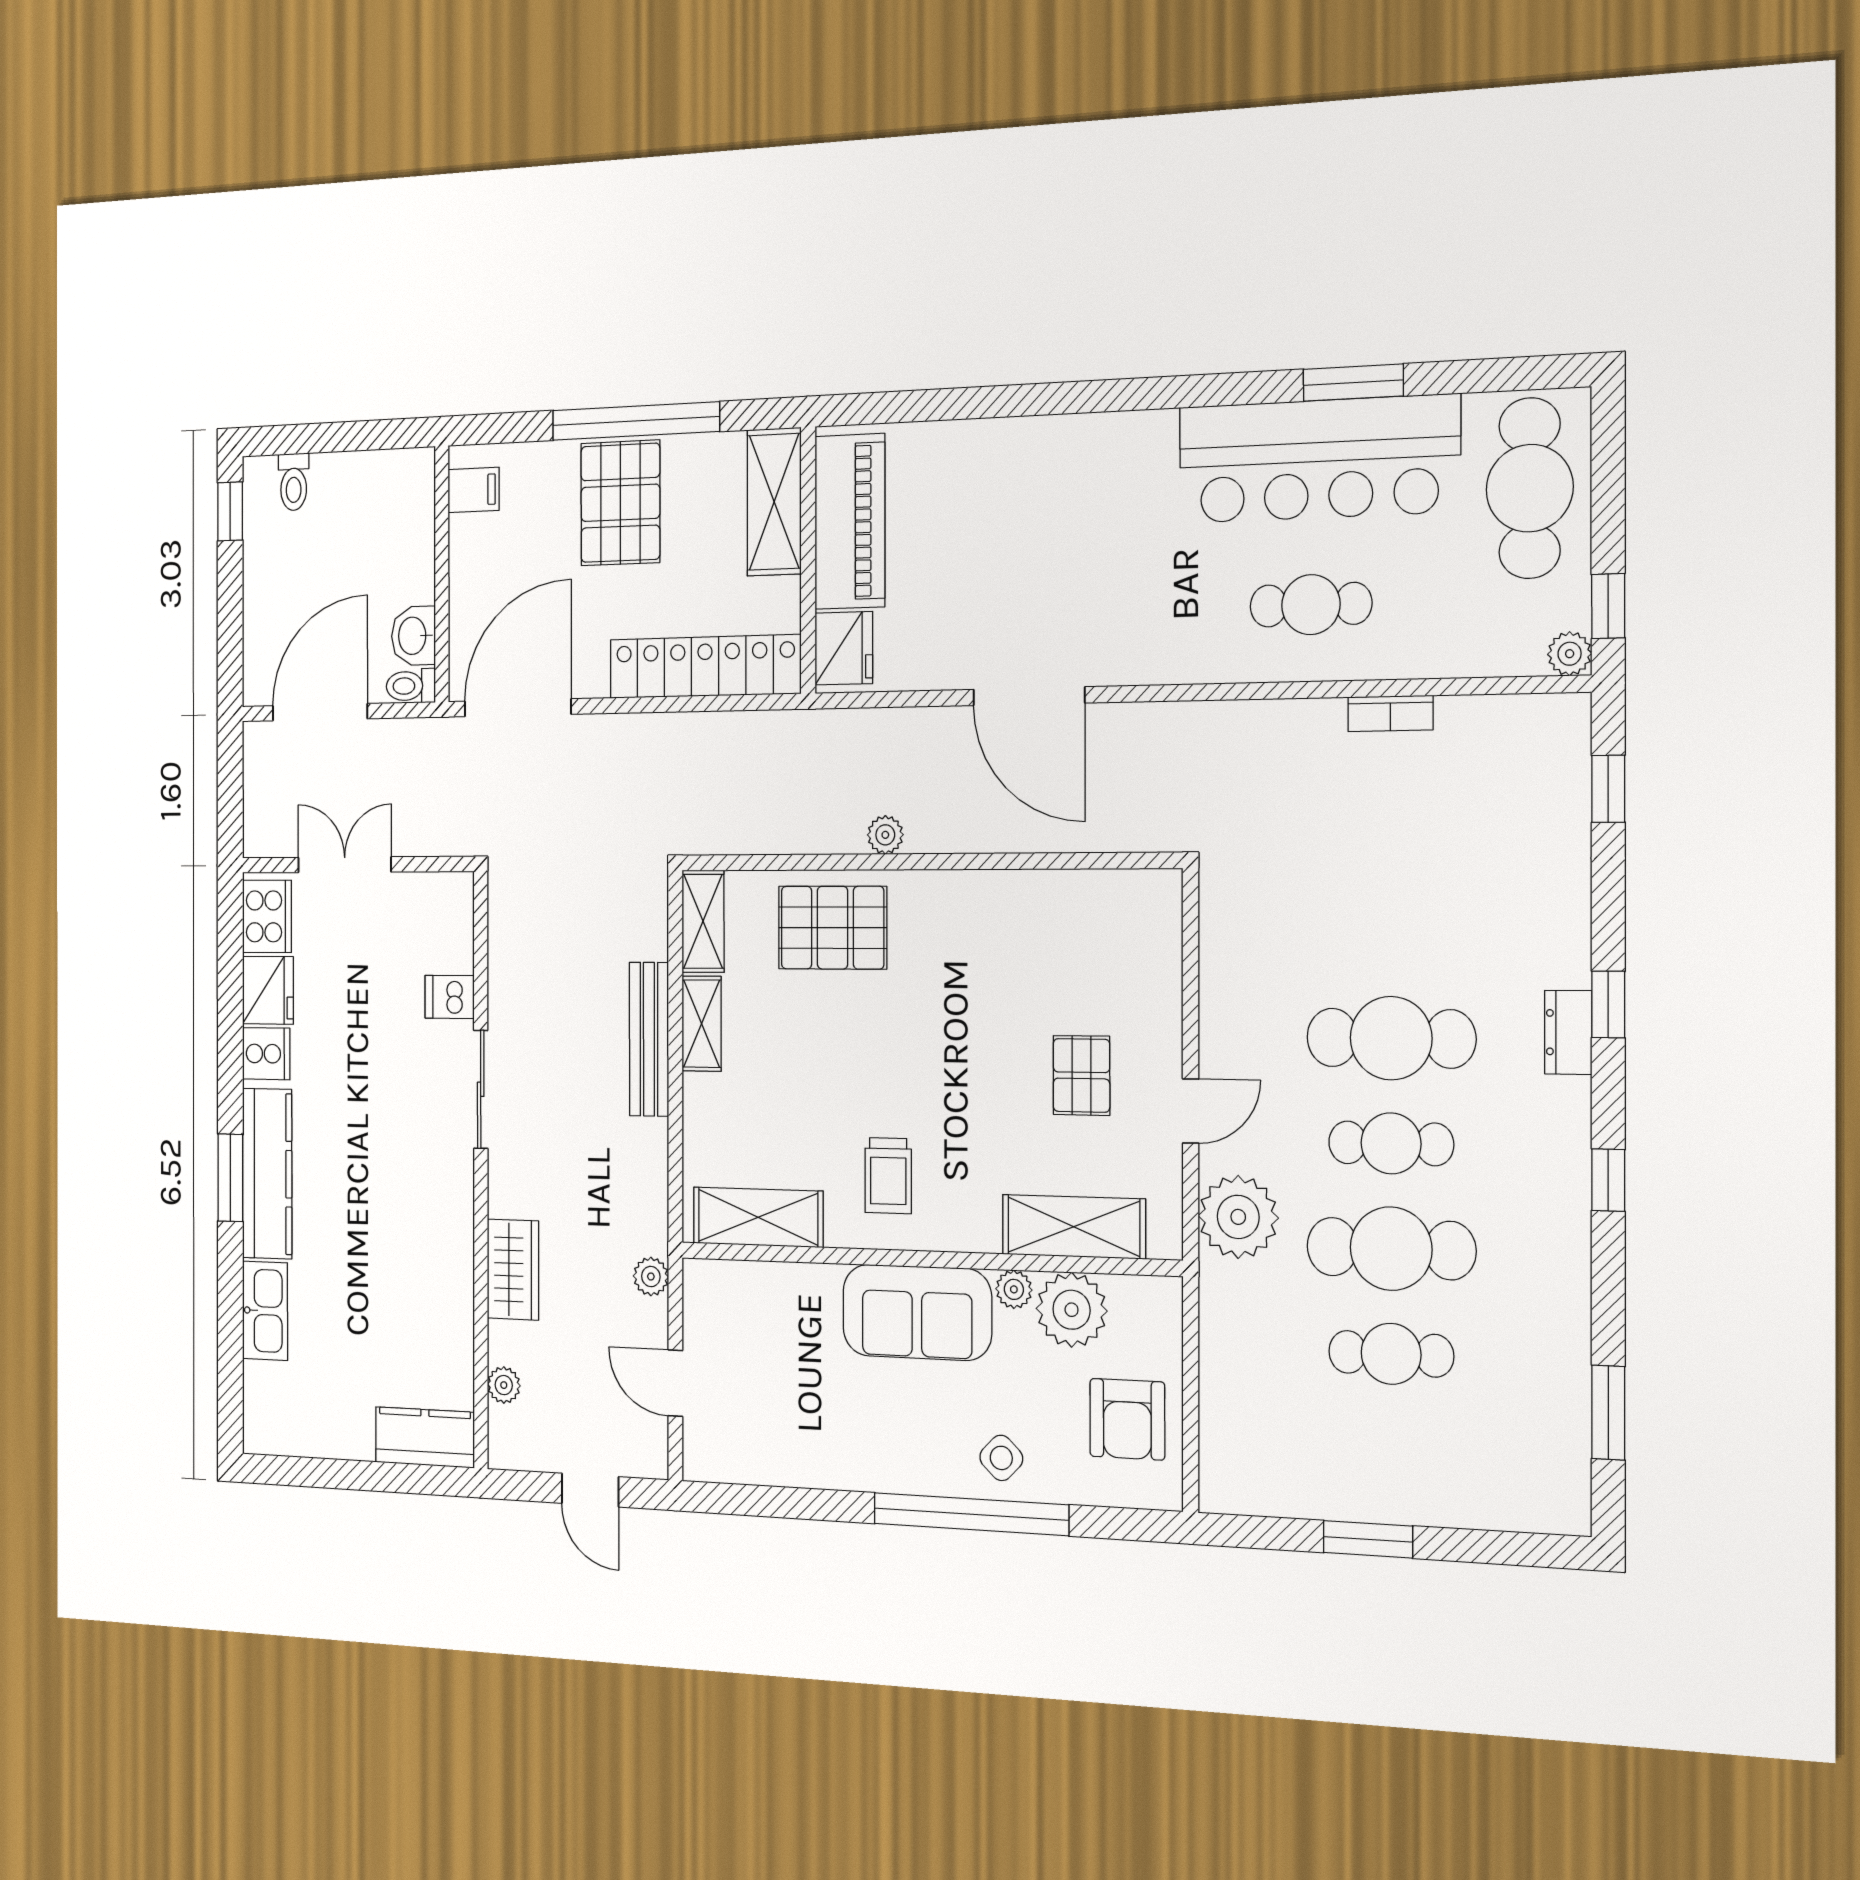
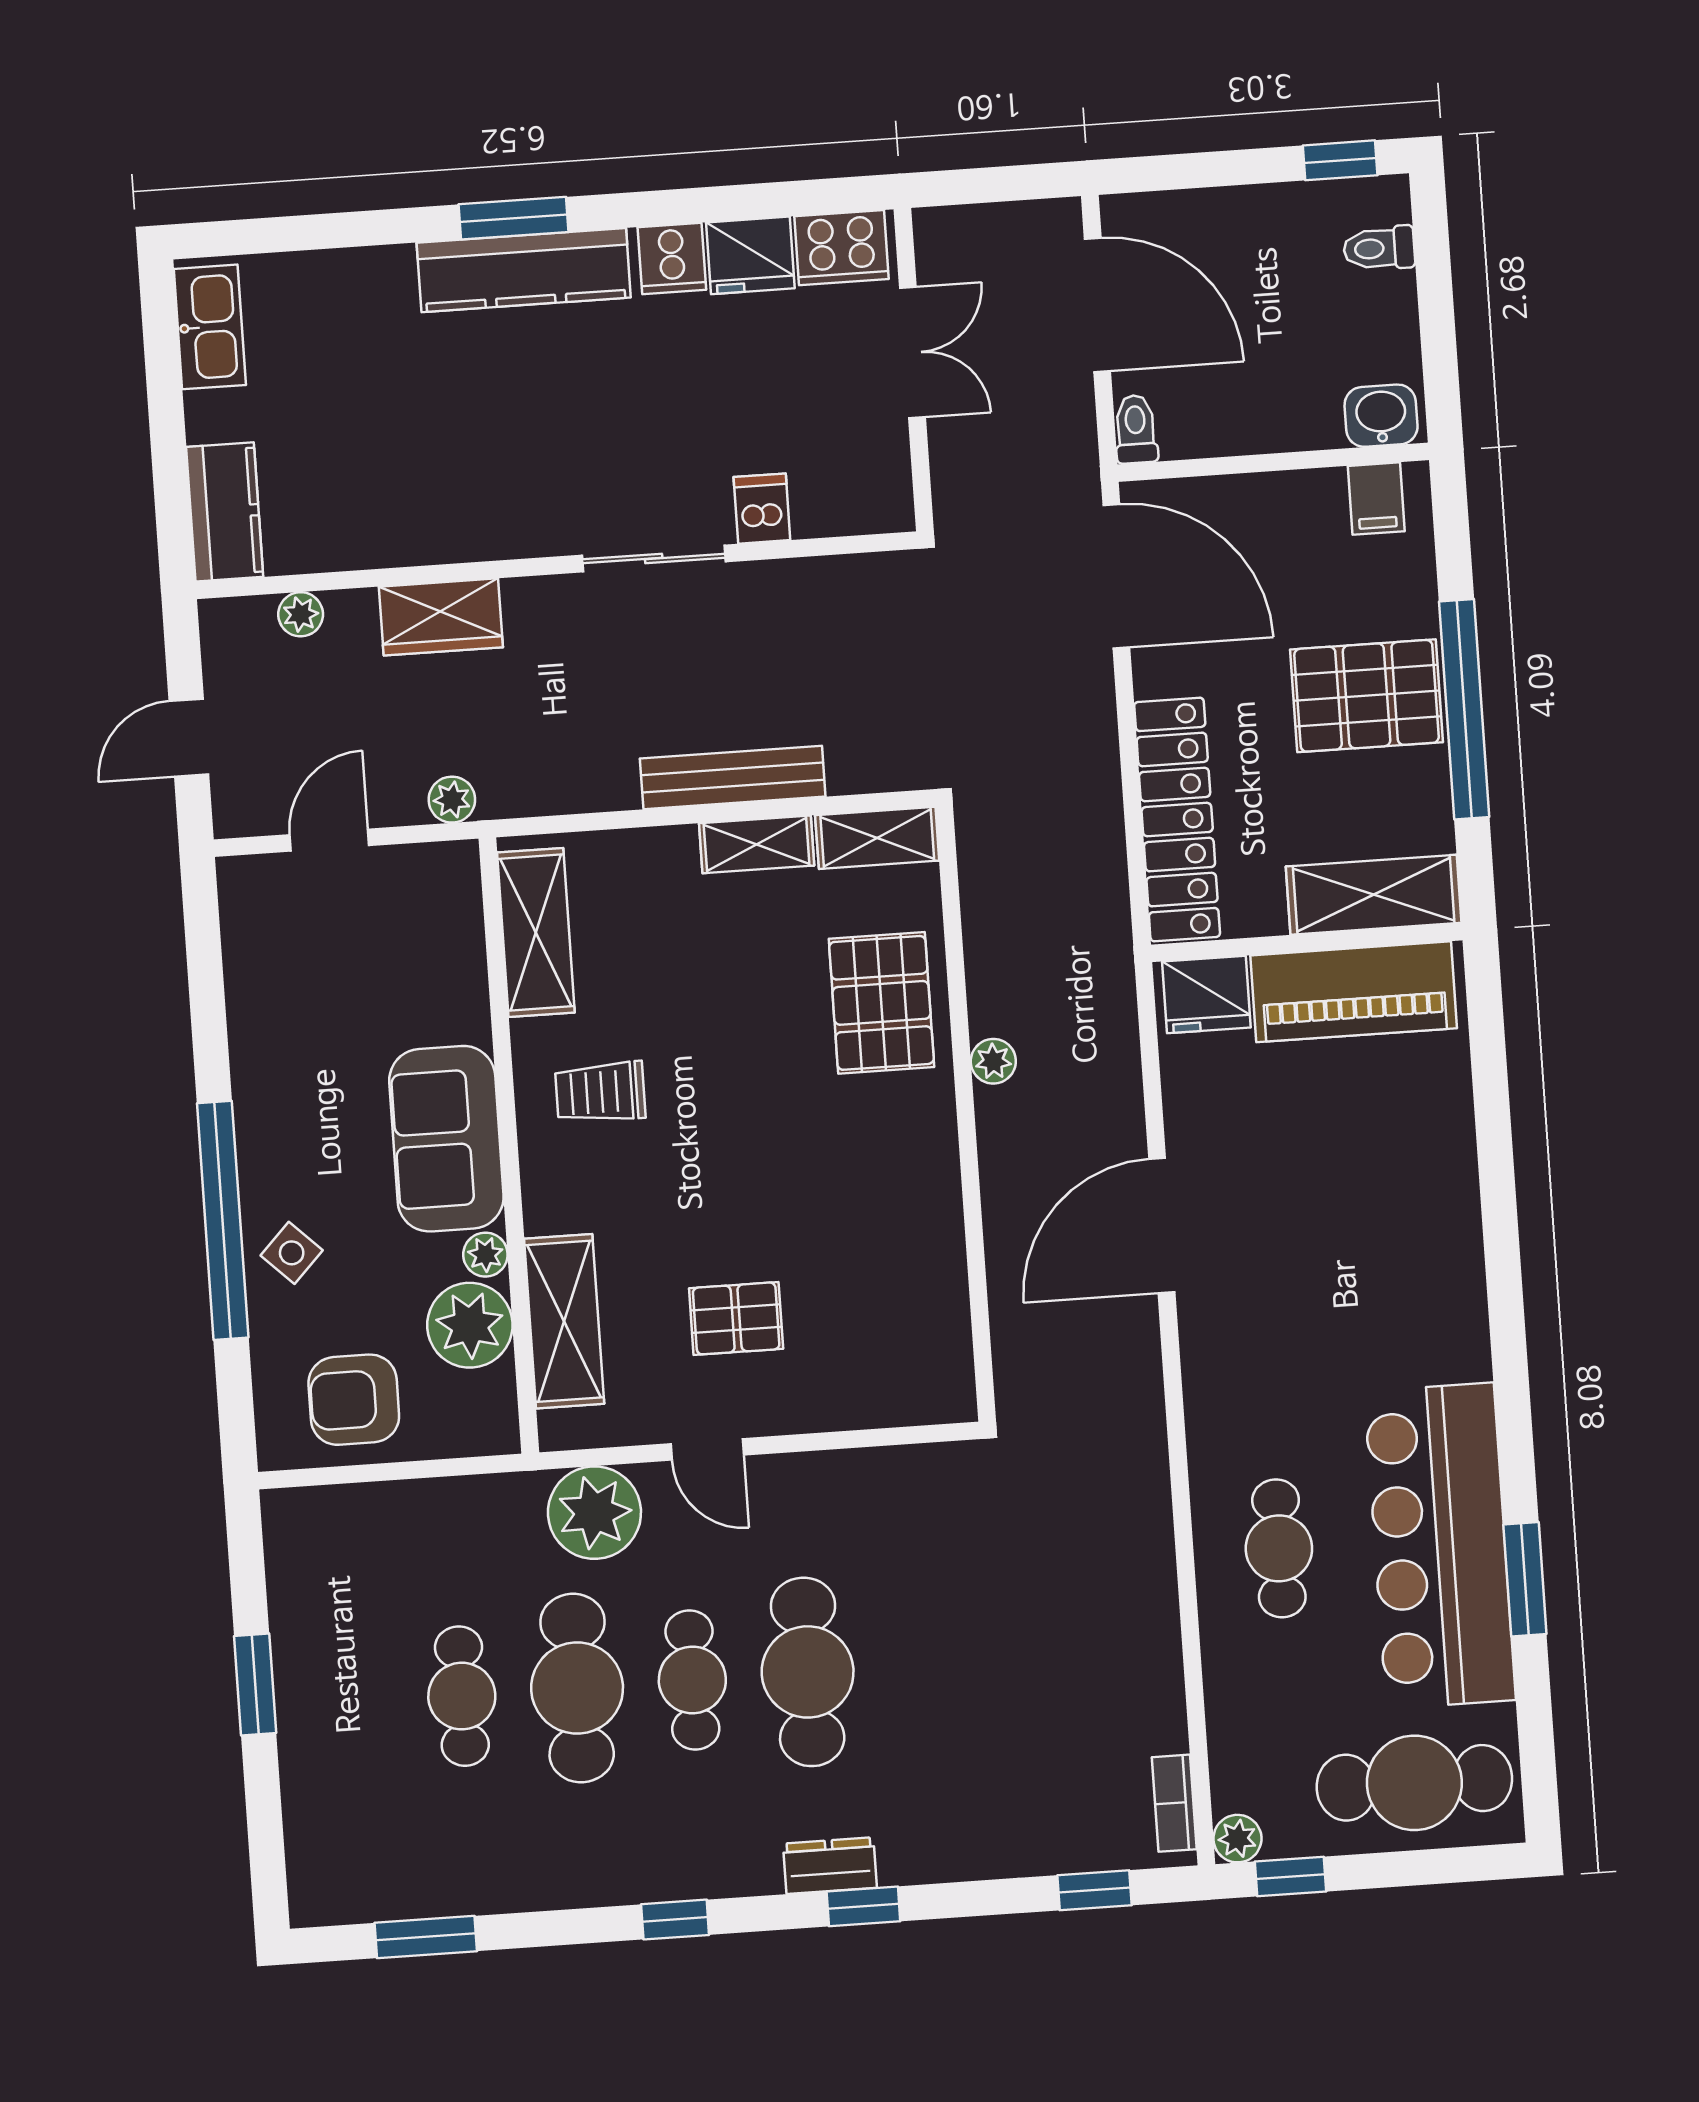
washbasin: (413, 636) -> (1381, 416), moved
bookcase: (1390, 713) -> (1174, 1803), moved
kitchen sink: (265, 1311) -> (210, 327), moved, turned -90

